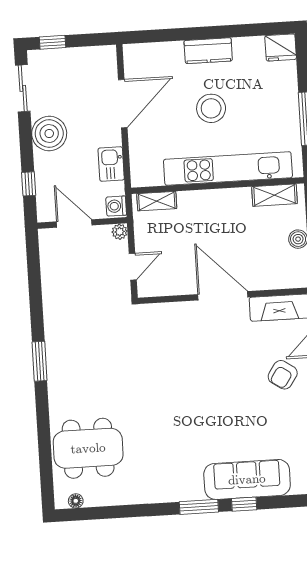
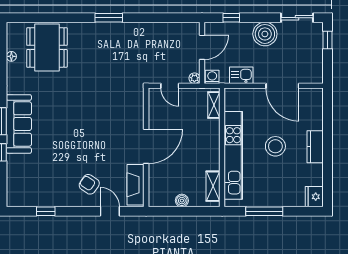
sofa: (247, 479) -> (19, 124), moved
floor lamp: (76, 501) -> (11, 56), moved

